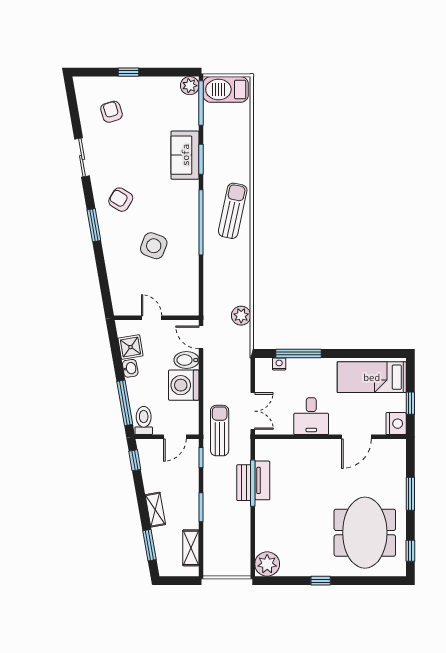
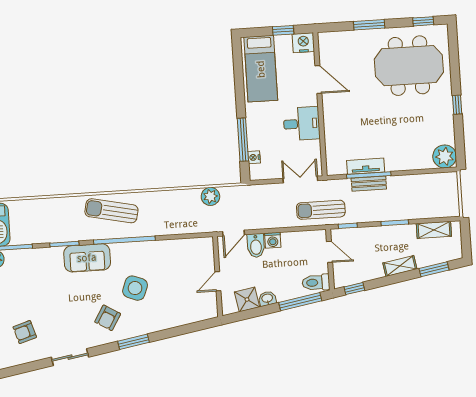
sofa: (185, 155) -> (87, 258), moved
side table: (154, 246) -> (135, 288), moved
washing machine: (184, 385) -> (273, 240), width x0.53, depth x0.53

